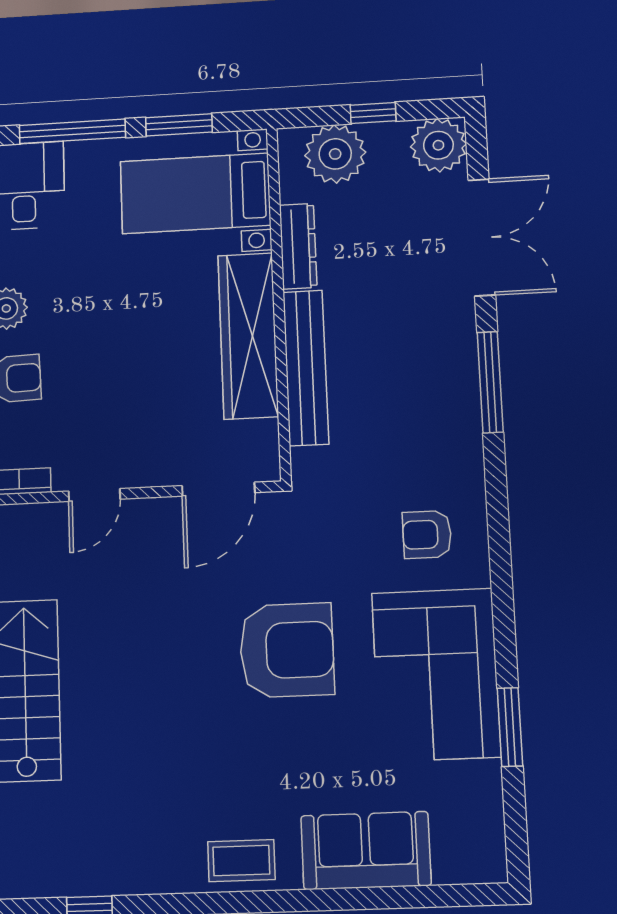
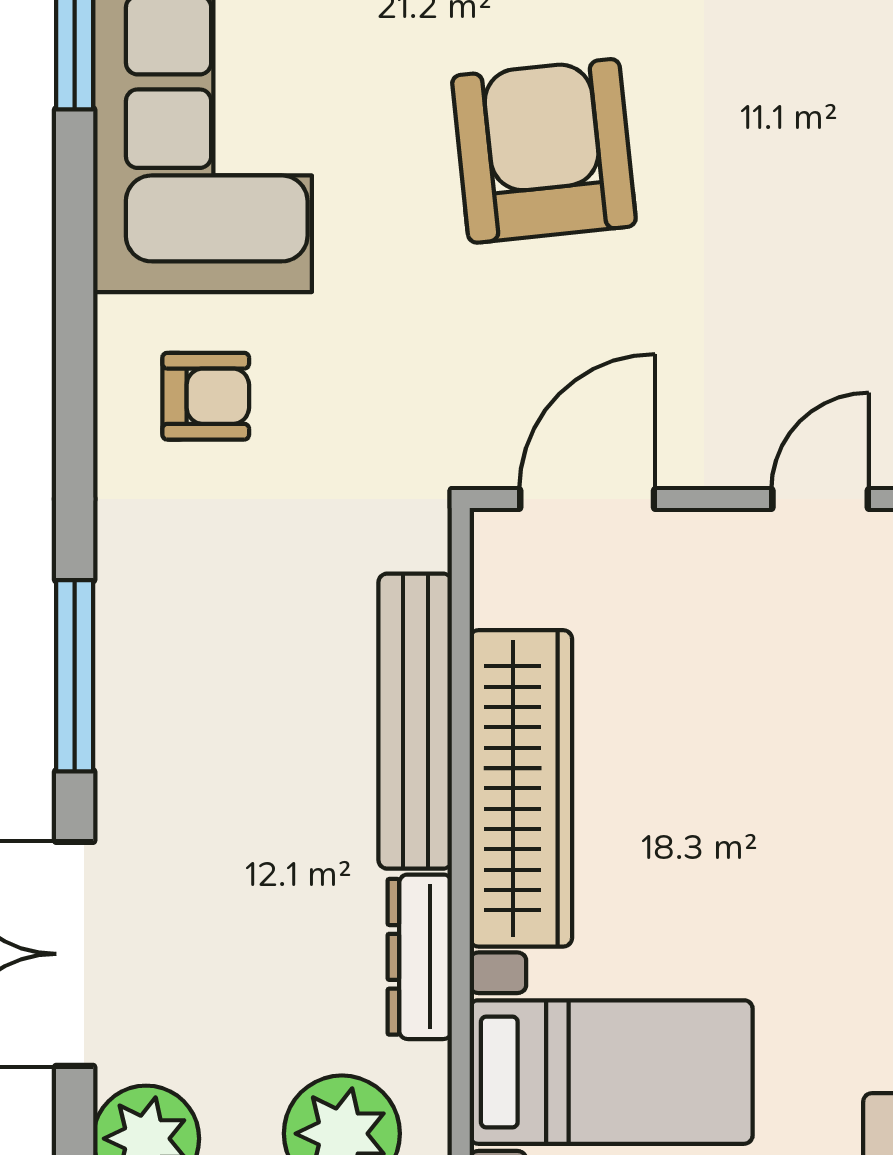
armchair: (287, 650) -> (544, 151), moved, turned 84

